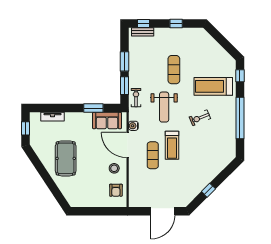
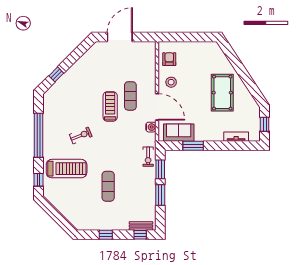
weight bench: (164, 107) -> (119, 147), removed
window: (208, 190) -> (56, 74), moved

